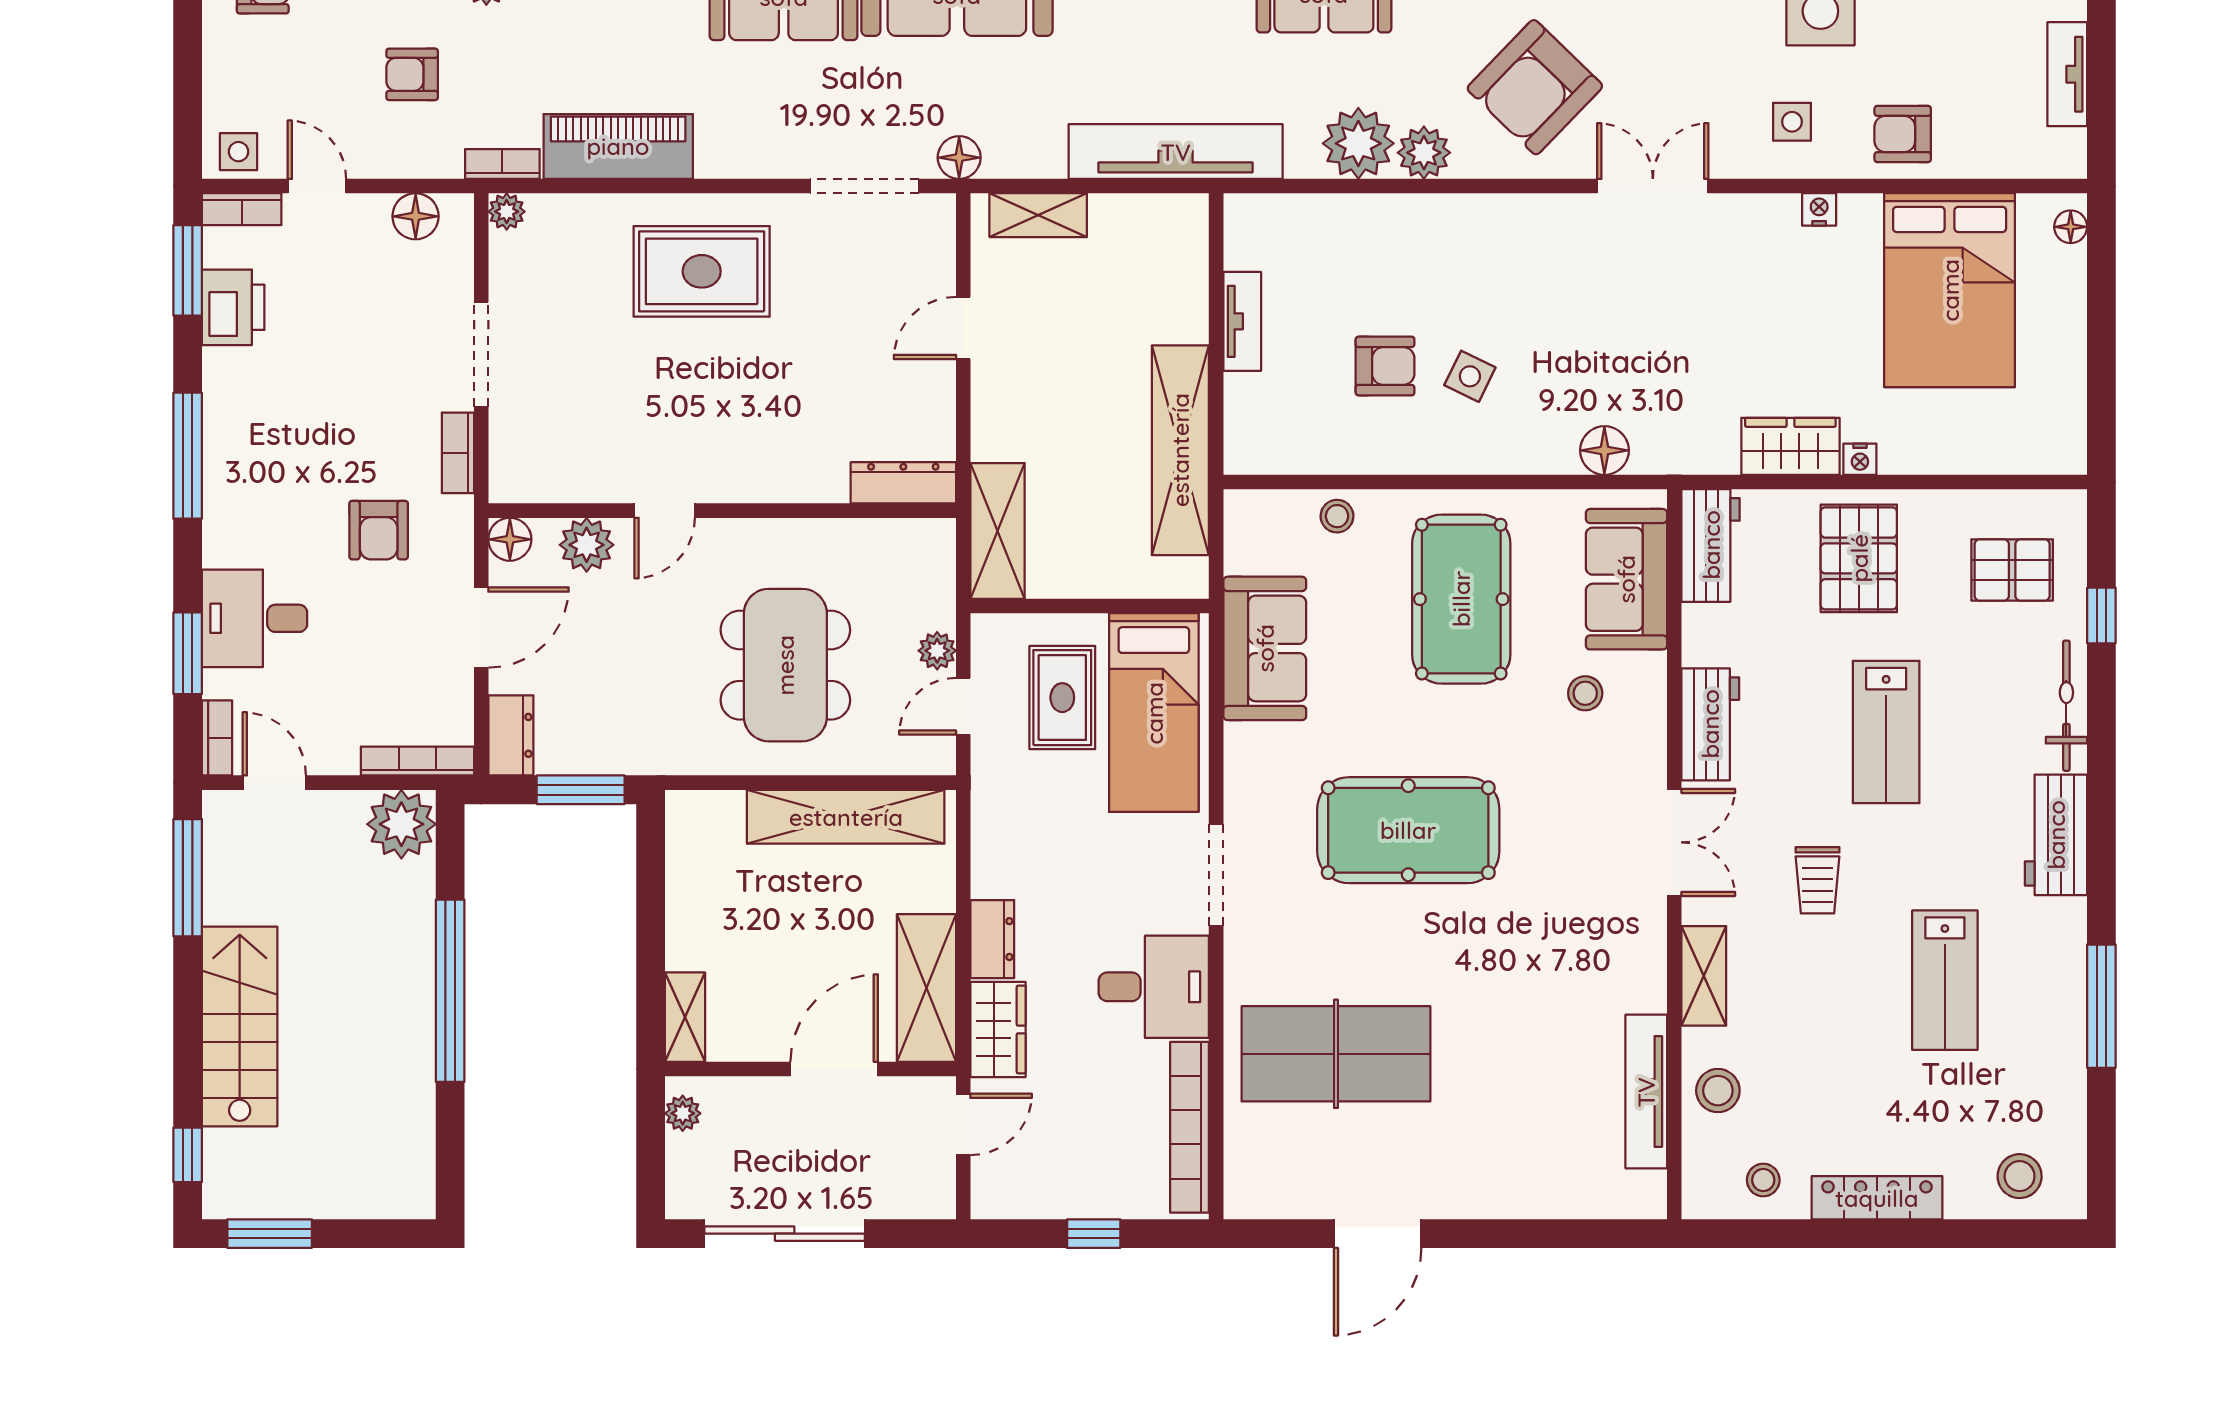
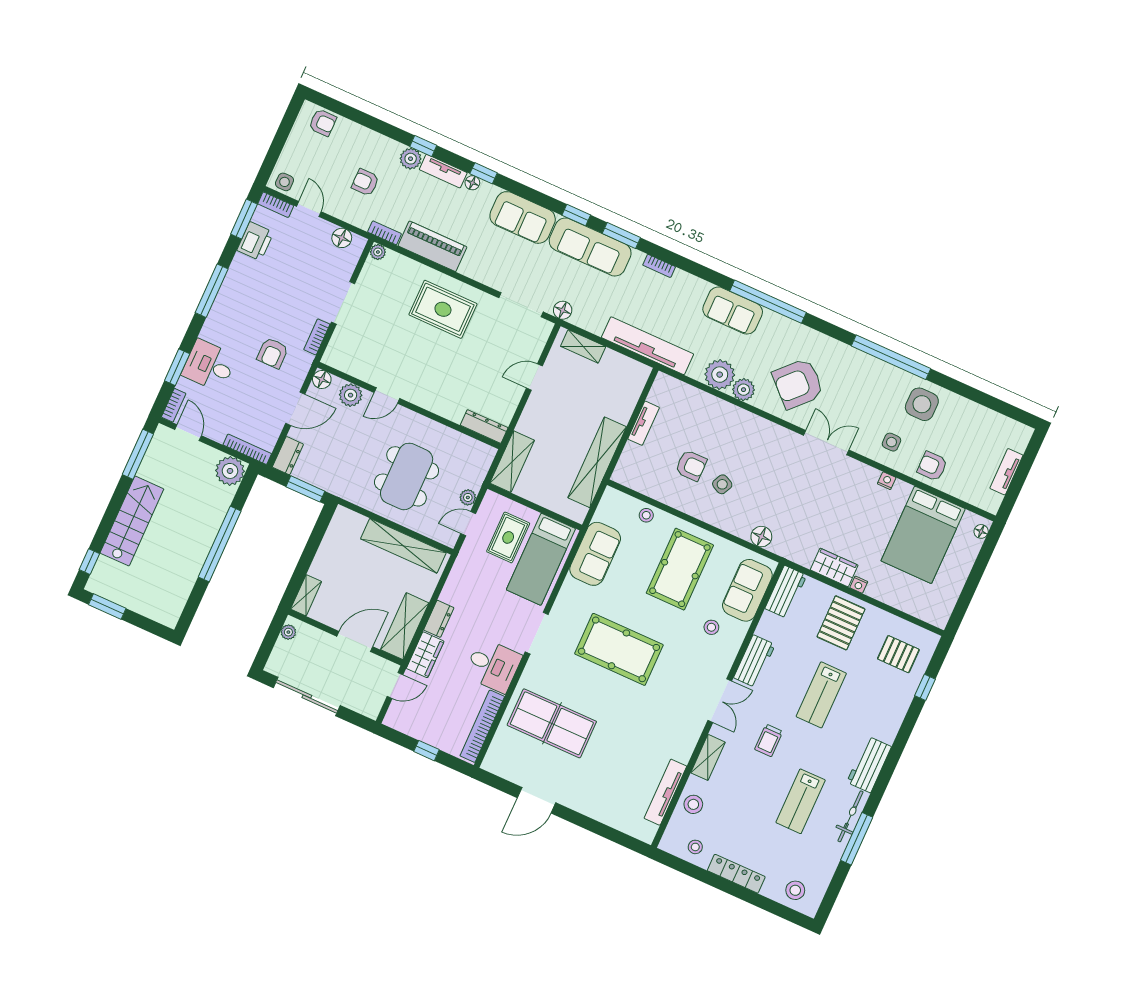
bicycle: (2066, 706) -> (850, 816), moved

